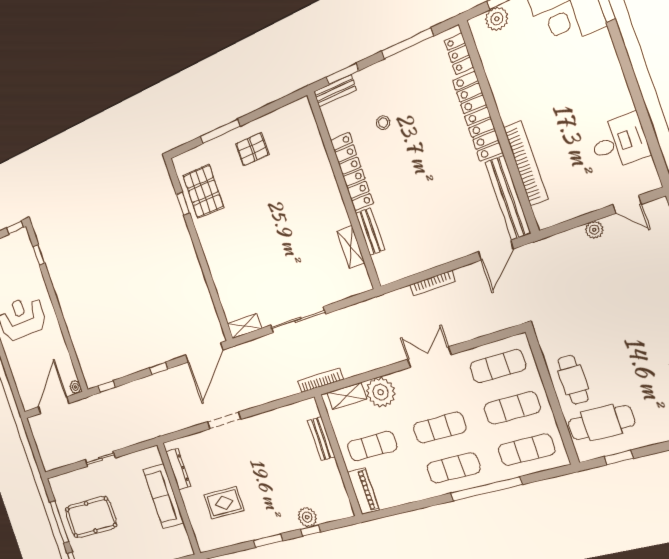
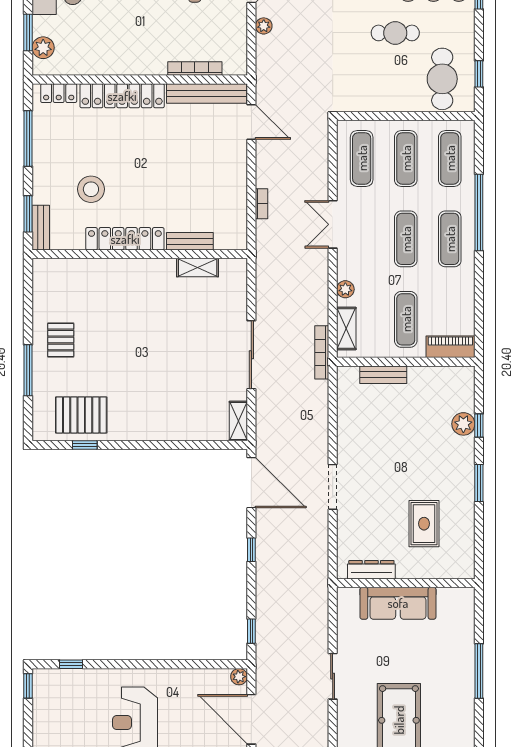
stool: (383, 123) -> (91, 189), width x1.89, depth x1.89
bookcase: (526, 163) -> (195, 69), width x0.68, depth x0.76
bookcase: (432, 283) -> (262, 204), width x0.64
cafe table: (573, 380) -> (395, 33), moved
plant: (381, 392) -> (345, 289), width x0.53, depth x0.53

